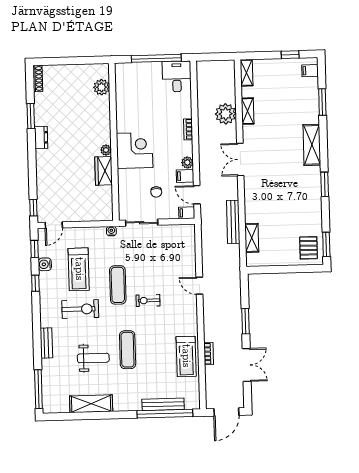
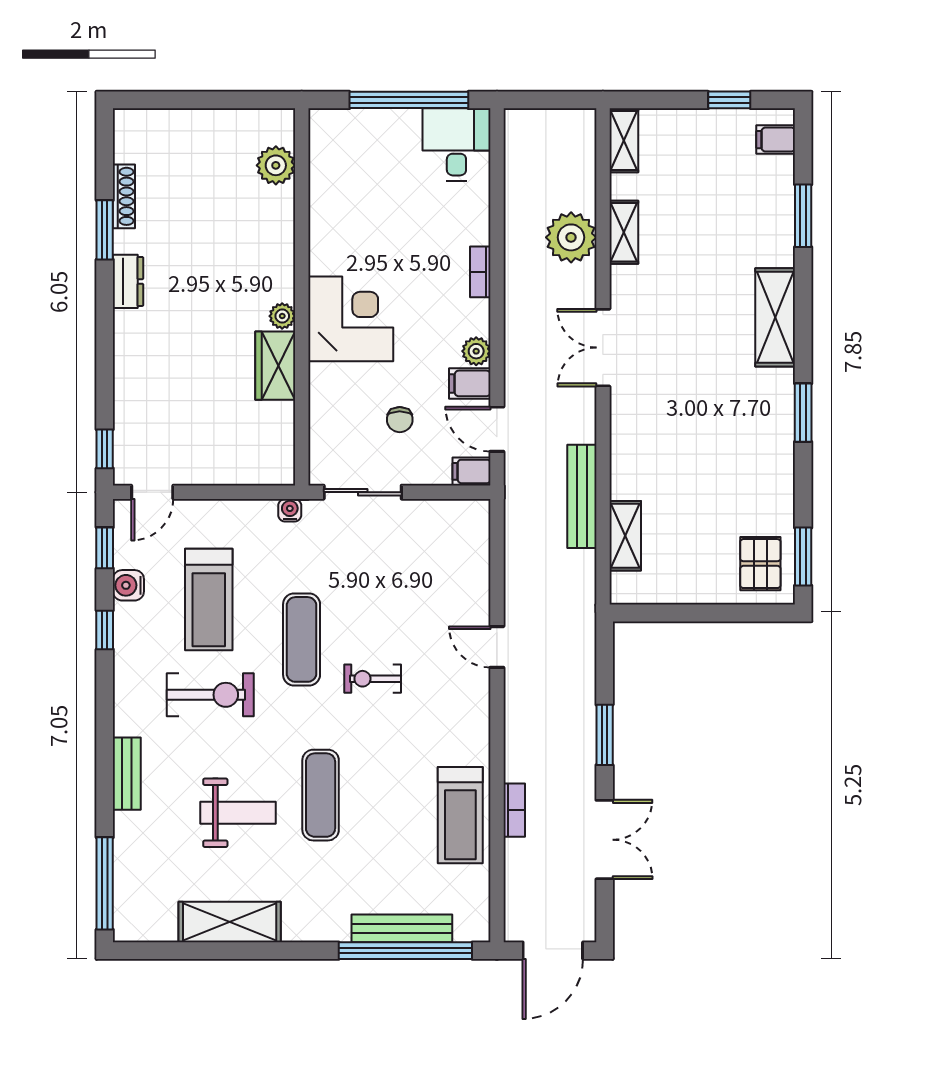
shoe rack: (38, 78) -> (124, 196), moved

